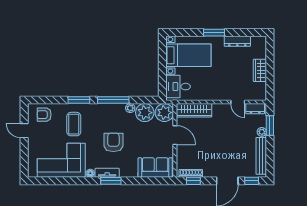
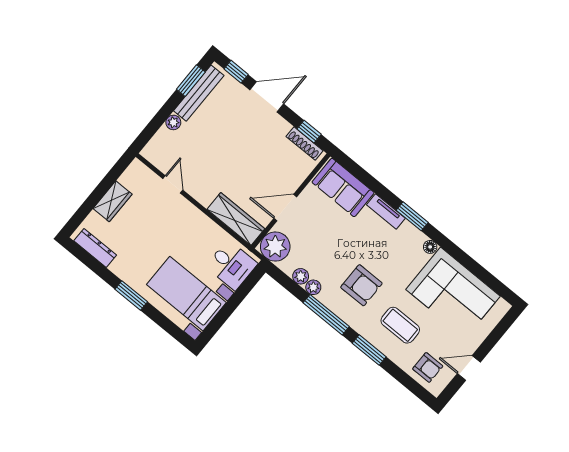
dresser: (237, 41) -> (95, 248), moved
dresser: (255, 109) -> (158, 158), removed
plant: (145, 113) -> (301, 276), width x0.53, depth x0.53
coffee table: (74, 124) -> (400, 325), turned 90
window: (270, 125) -> (191, 81), moved
door: (24, 131) -> (469, 368), swing flipped
door: (175, 135) -> (285, 208), hinge flipped
armchair: (113, 142) -> (361, 285), moved, turned -90
tv unit: (107, 173) -> (386, 212), moved

